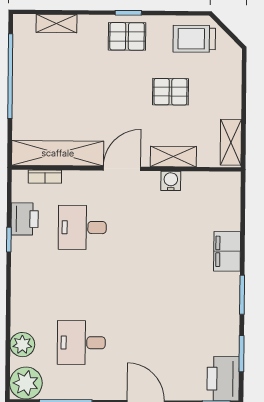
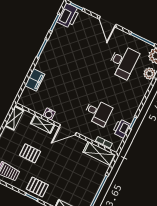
shelving: (58, 153) -> (99, 154), width x0.68
filing cabinet: (227, 251) -> (35, 80), moved
desk: (81, 343) -> (123, 62), width x1.37

